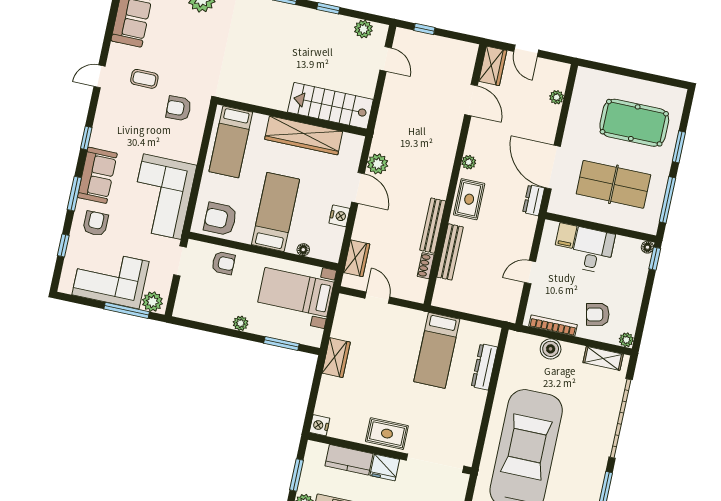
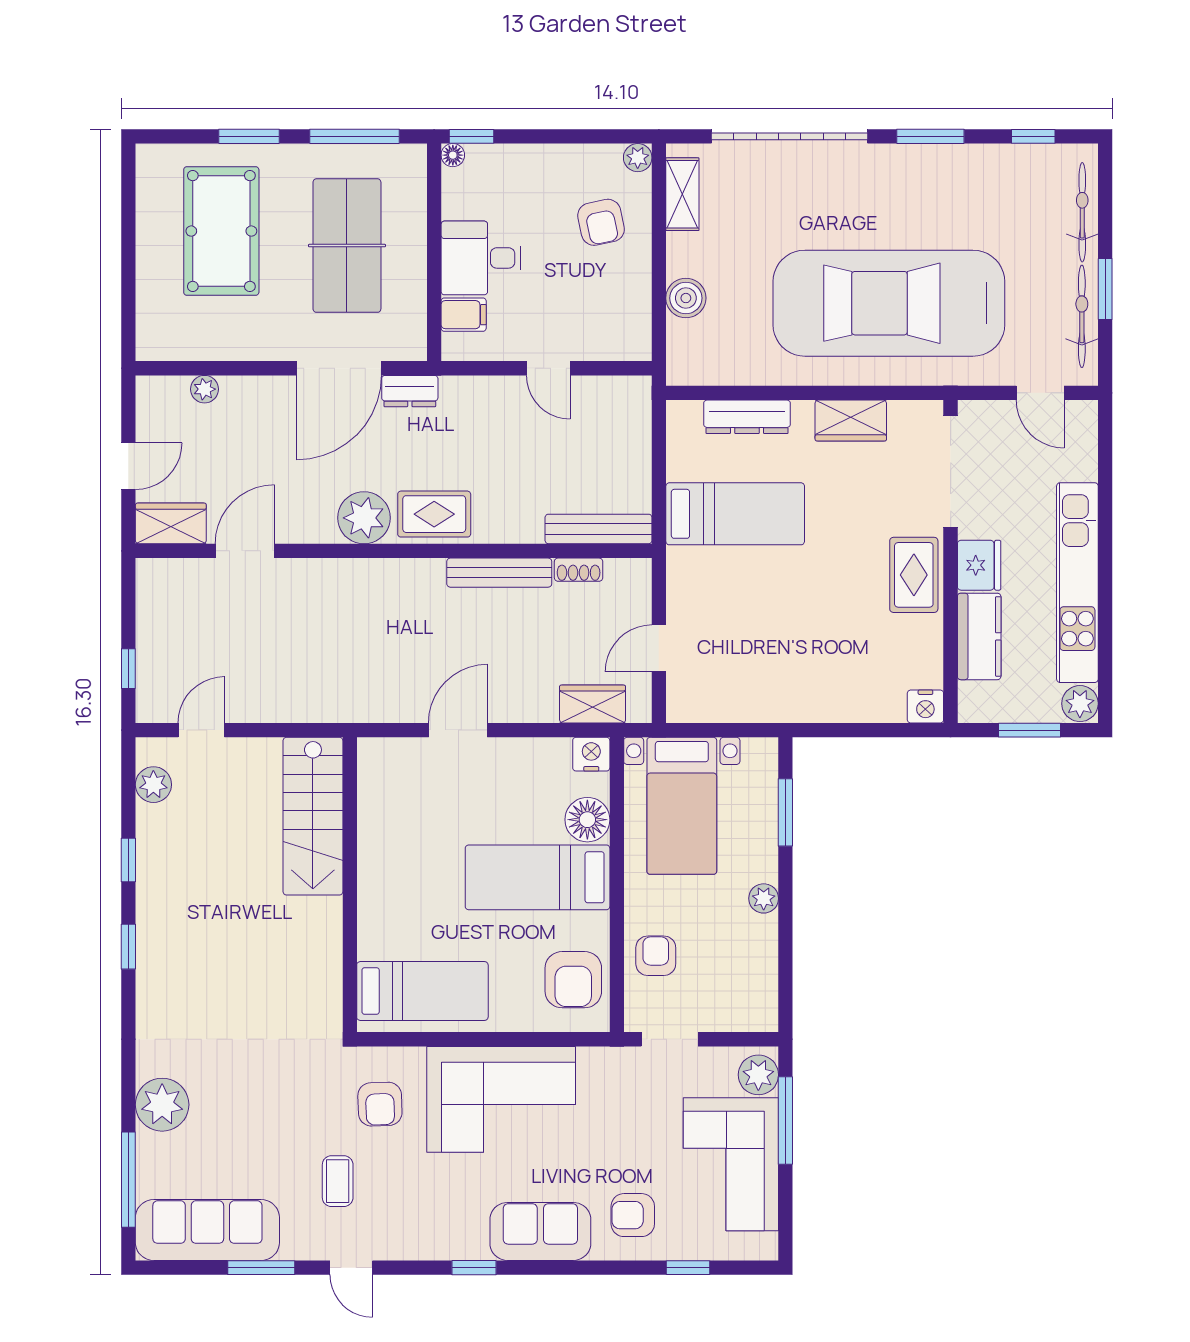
wardrobe: (304, 135) -> (380, 855), removed
plant: (469, 162) -> (364, 518), width x1.88, depth x1.88
plant: (378, 164) -> (404, 703), removed
window: (74, 194) -> (261, 1268), moved
corner sofa: (162, 197) -> (501, 1099), moved
nightstand: (339, 216) -> (591, 754), moved
floor lamp: (303, 250) -> (587, 820), width x1.89, depth x1.89
bench: (450, 252) -> (599, 529), moved
bookcase: (553, 325) -> (640, 303), removed
wardrobe: (336, 358) -> (851, 421), moved, turned 180

